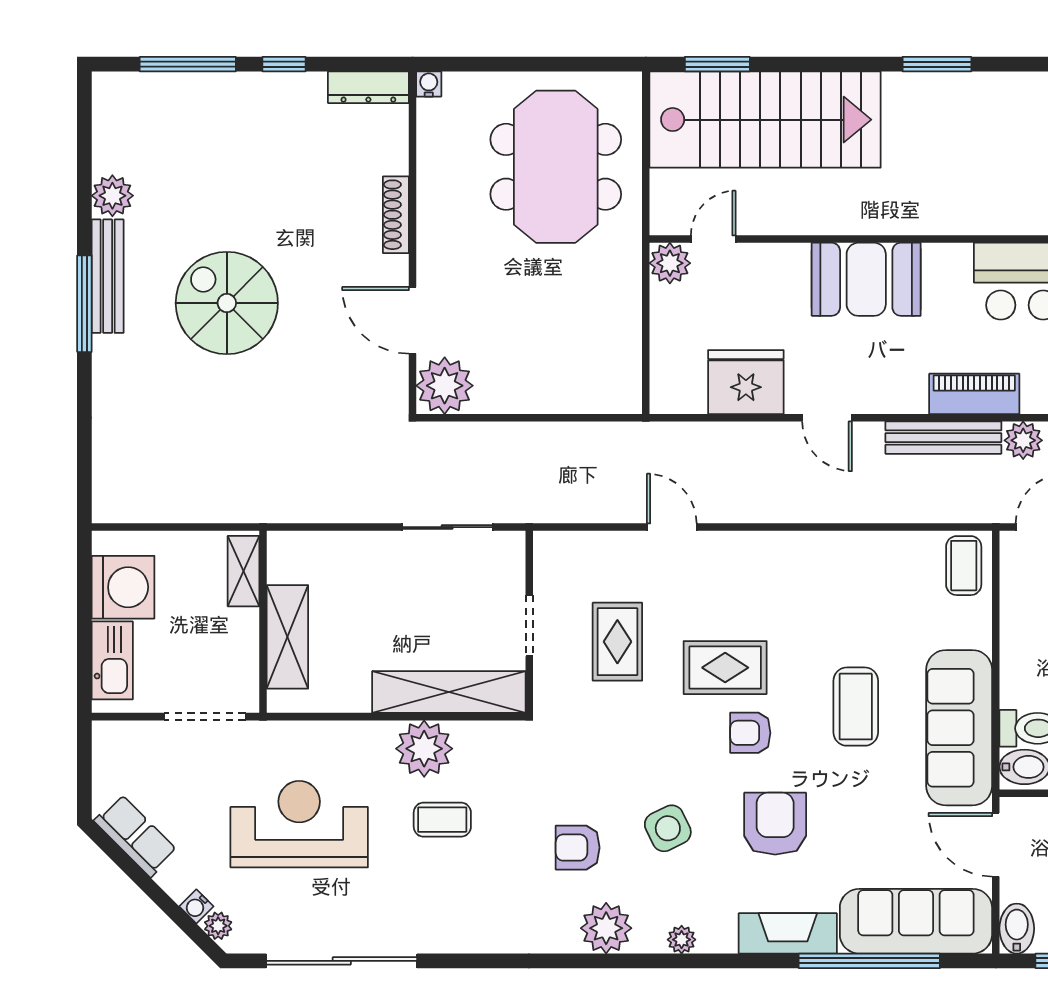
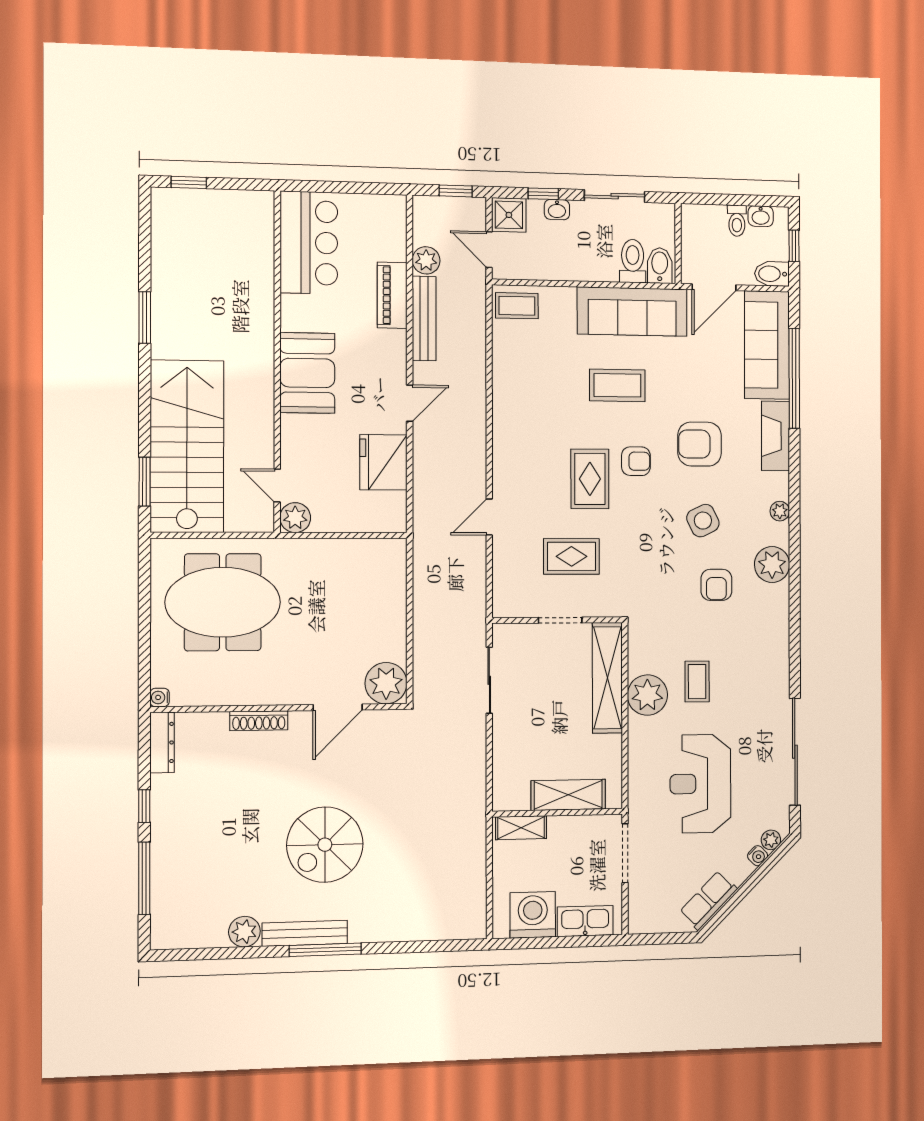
armchair: (750, 733) -> (636, 461), turned -90

